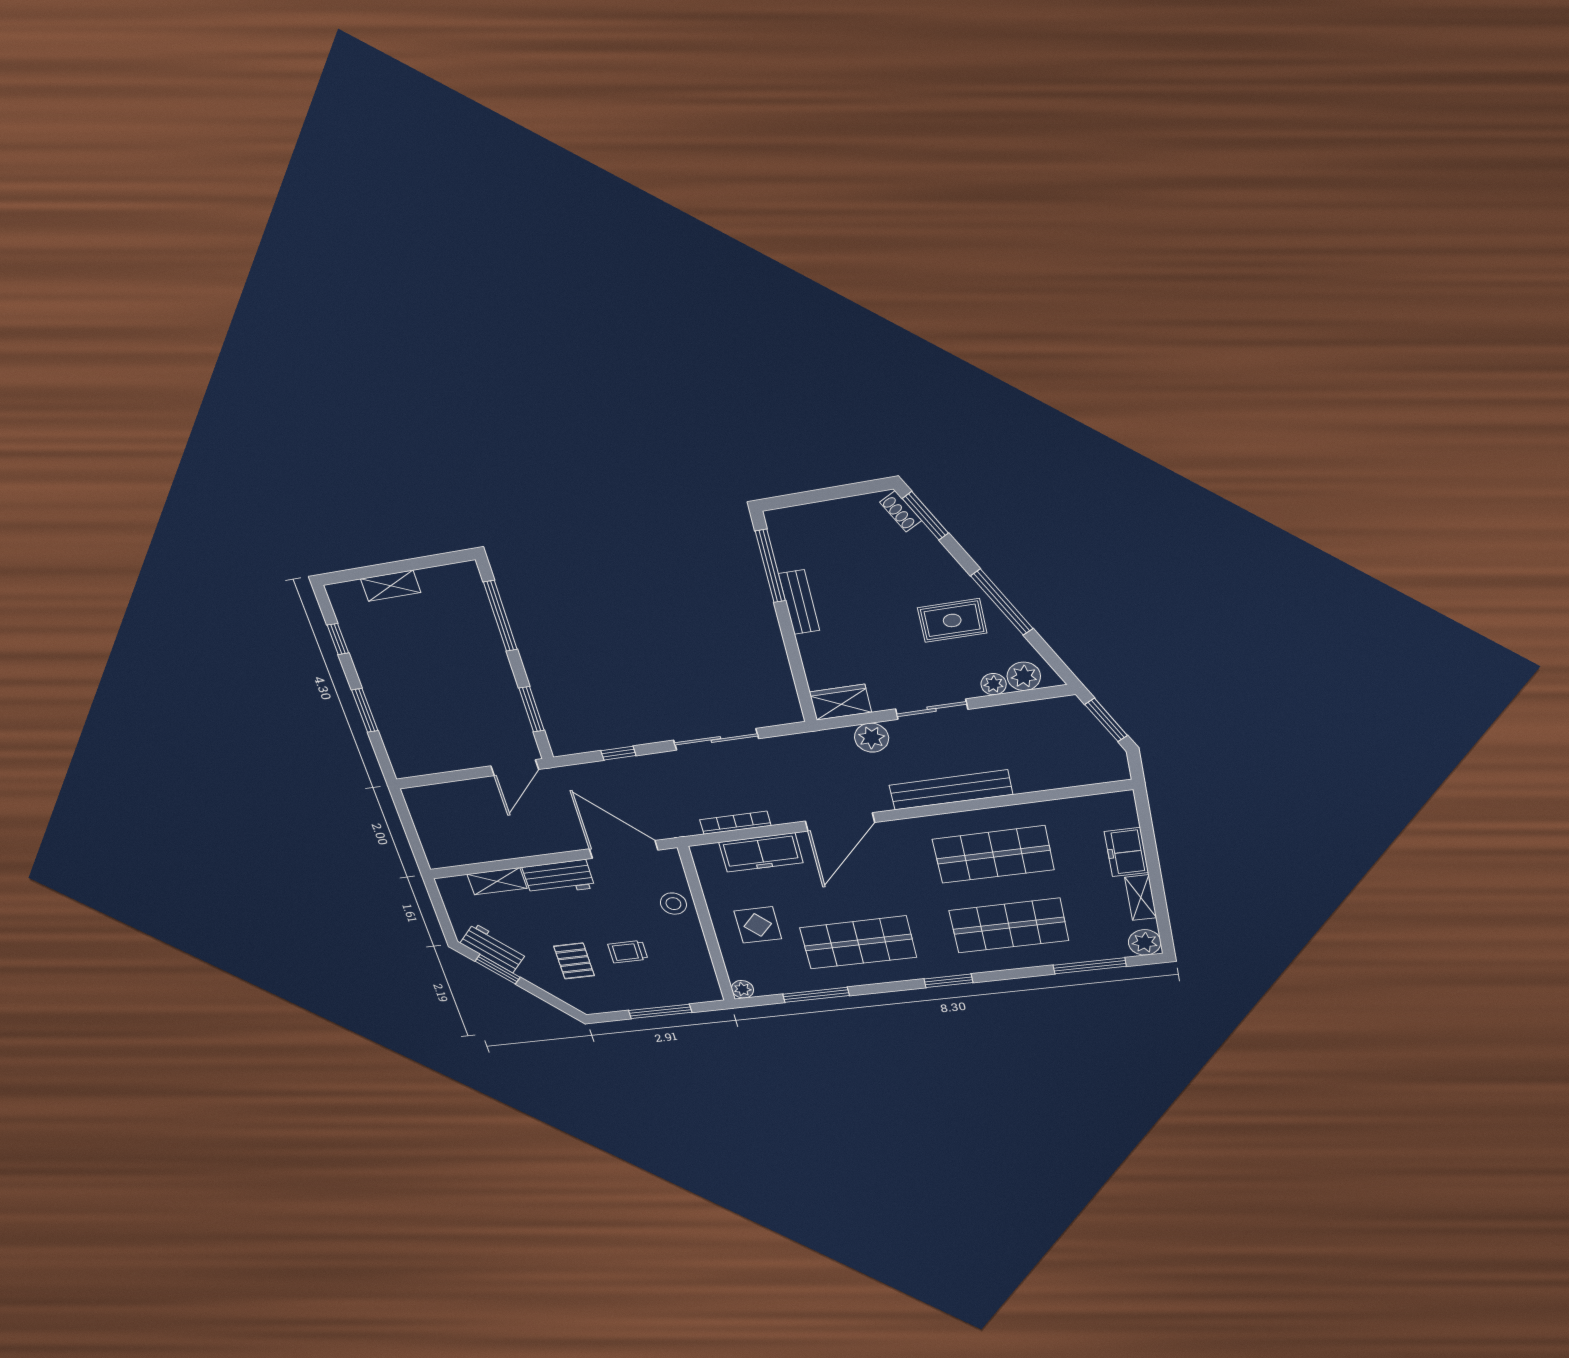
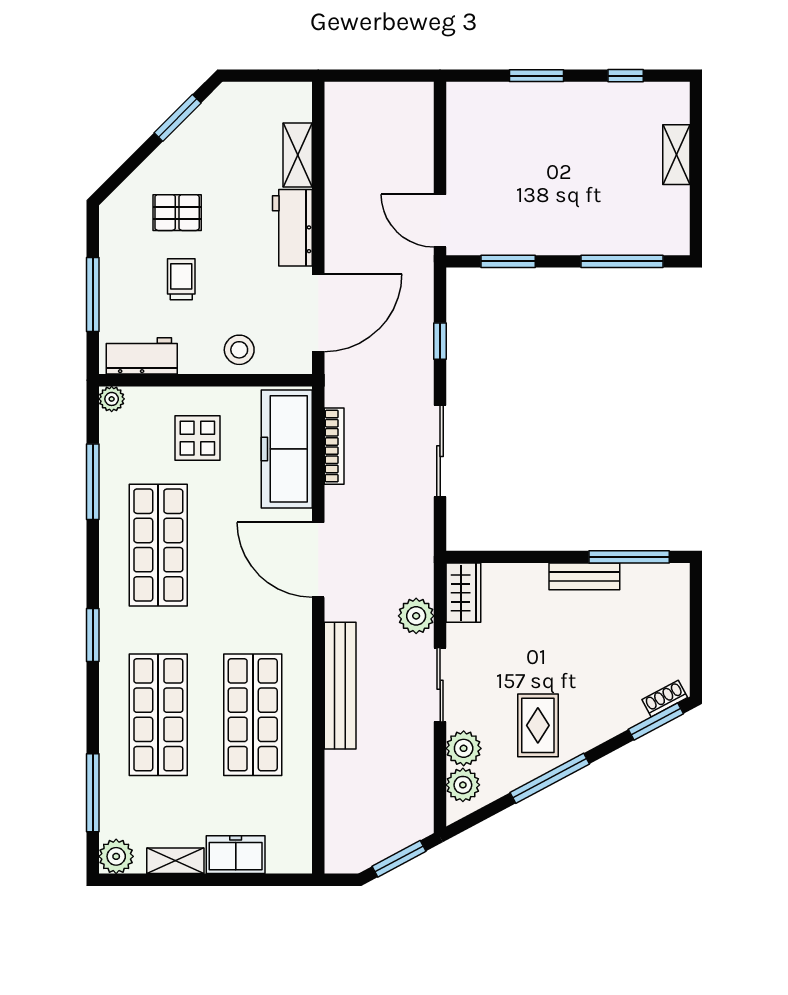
plant: (994, 684) -> (464, 748), width x1.38, depth x1.38
freezer: (761, 852) -> (287, 449), width x1.36, depth x1.26
workbench: (493, 948) -> (142, 356), moved, turned -135

